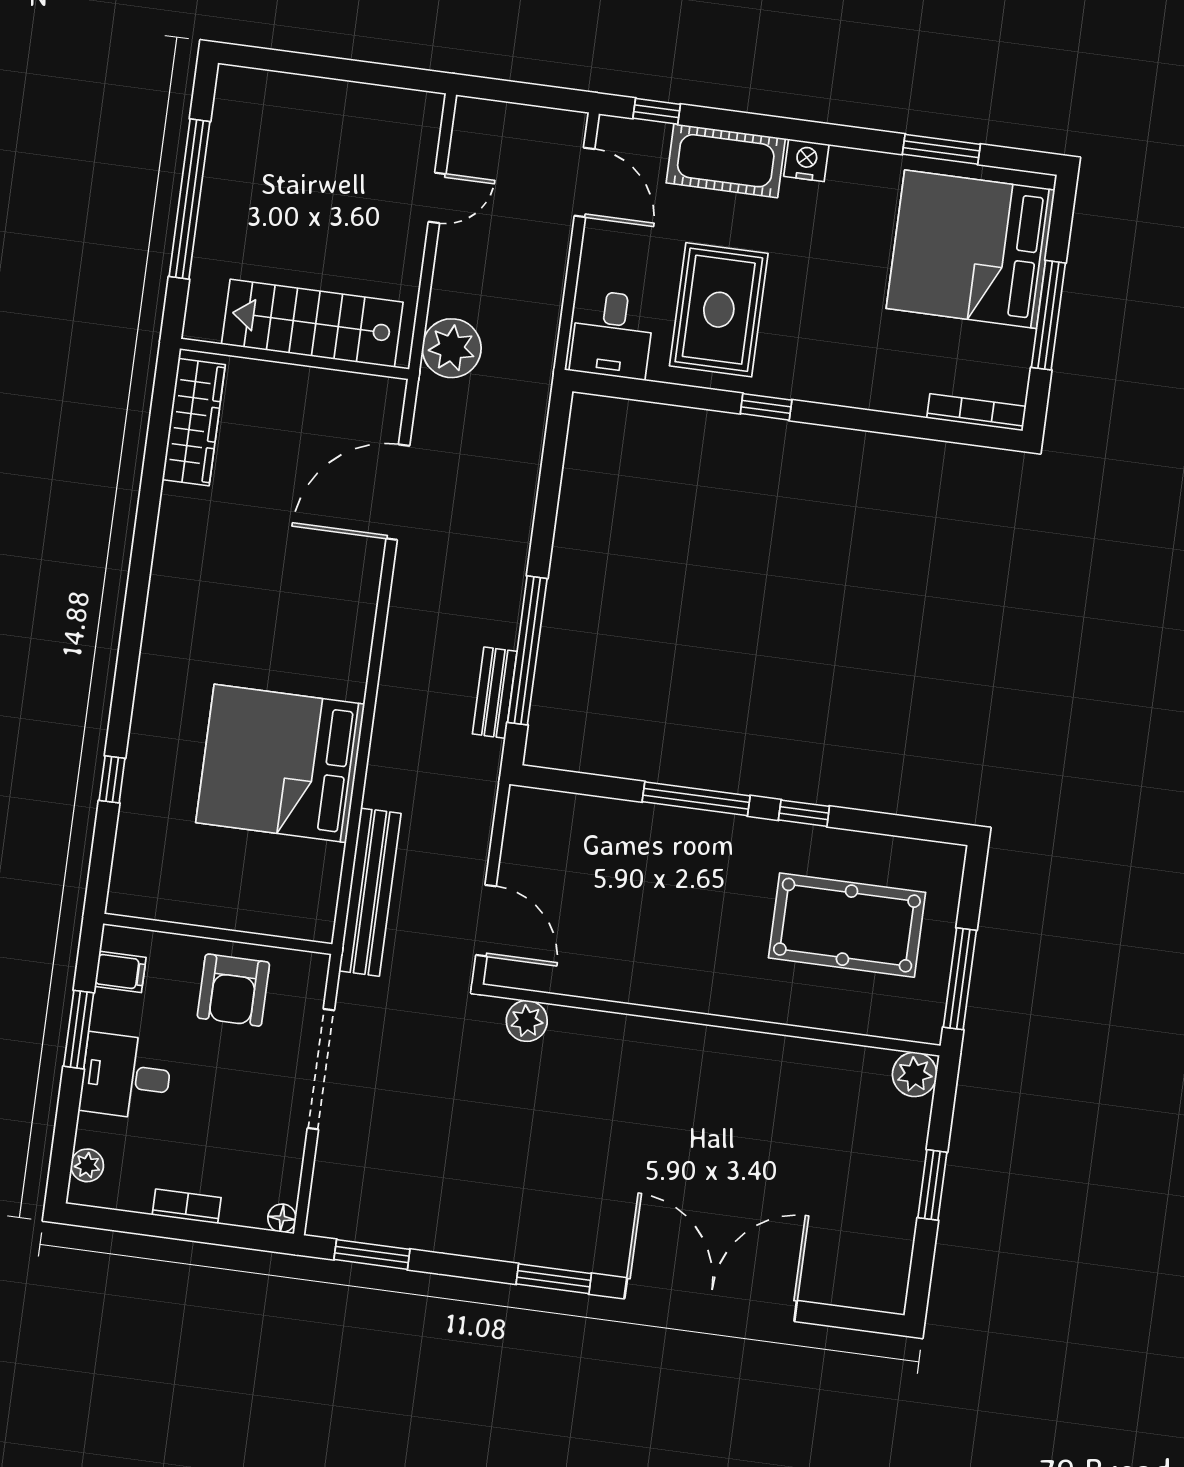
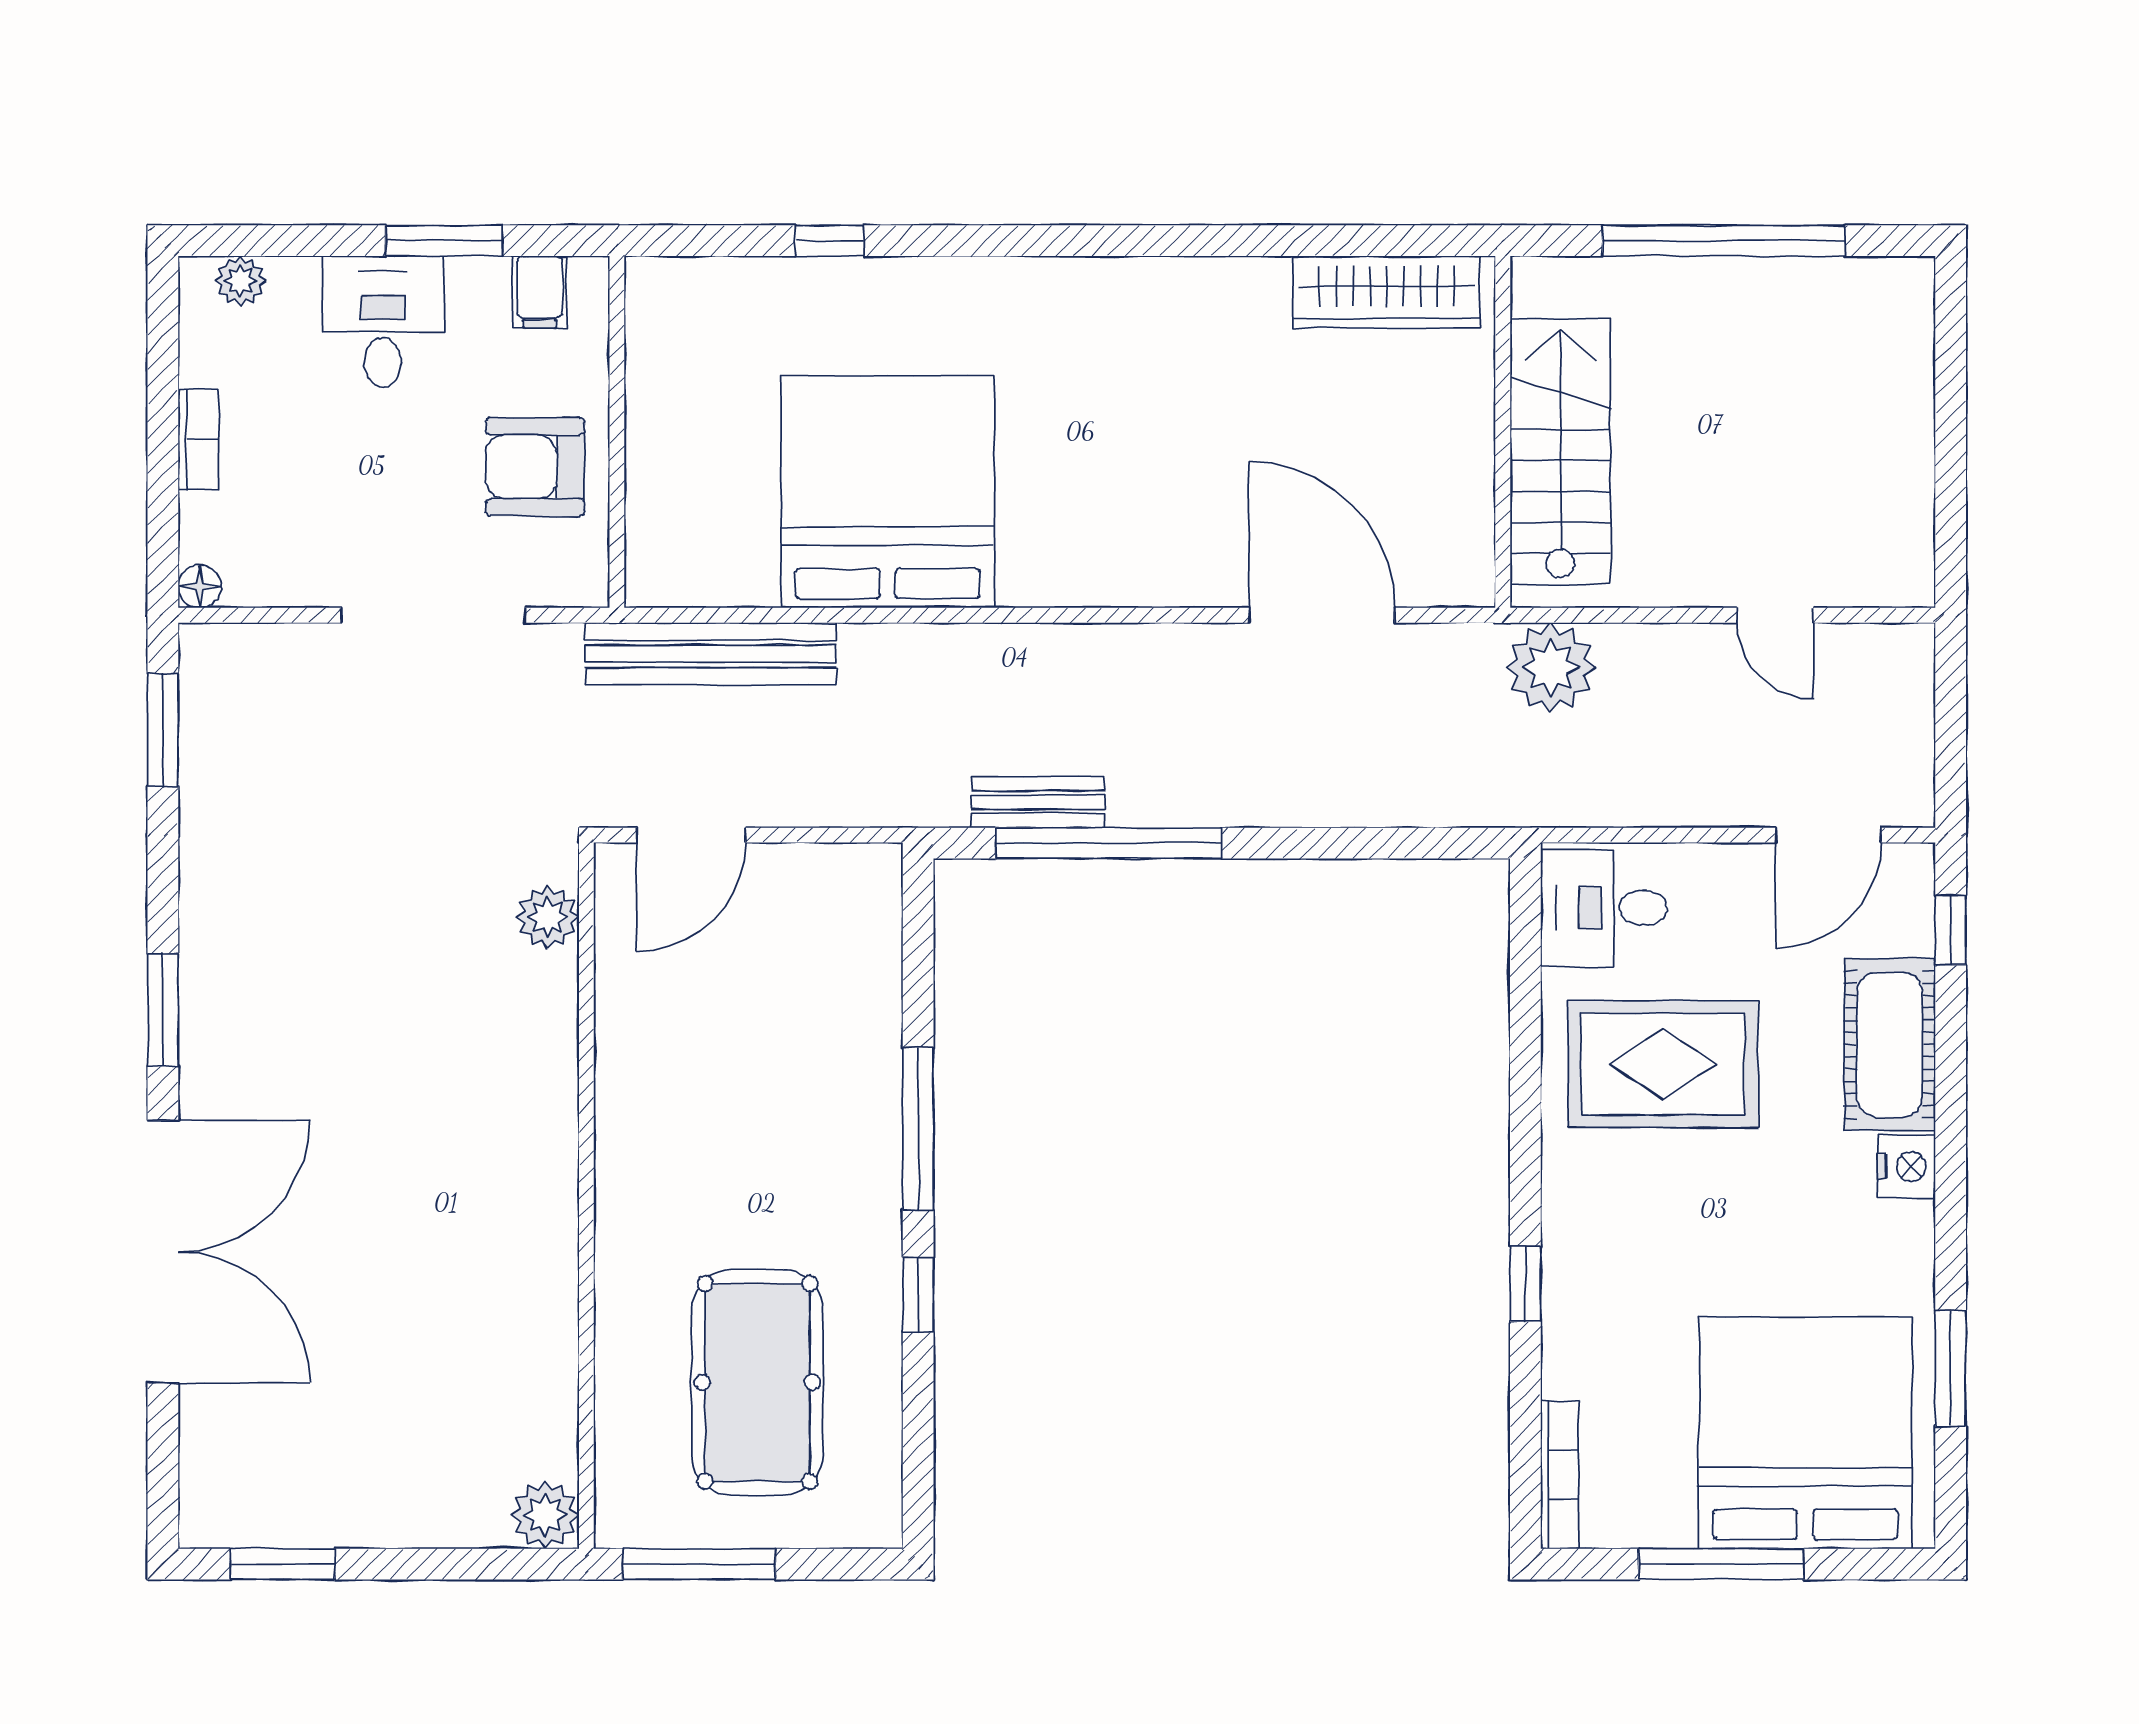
window: (766, 407) -> (1525, 1284), moved
window: (932, 1185) -> (283, 1564), moved

